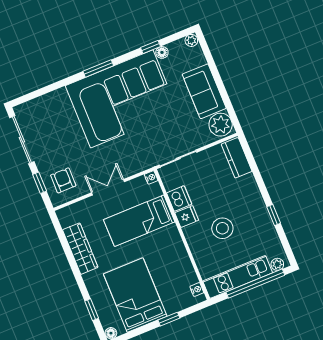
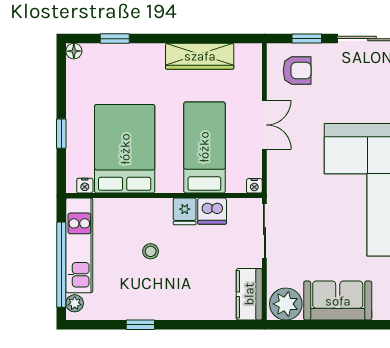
kitchen counter: (237, 158) -> (249, 294), moved, turned -90
stool: (222, 228) -> (151, 251), width x0.53, depth x0.53
bed: (135, 295) -> (125, 149), moved, turned -90

